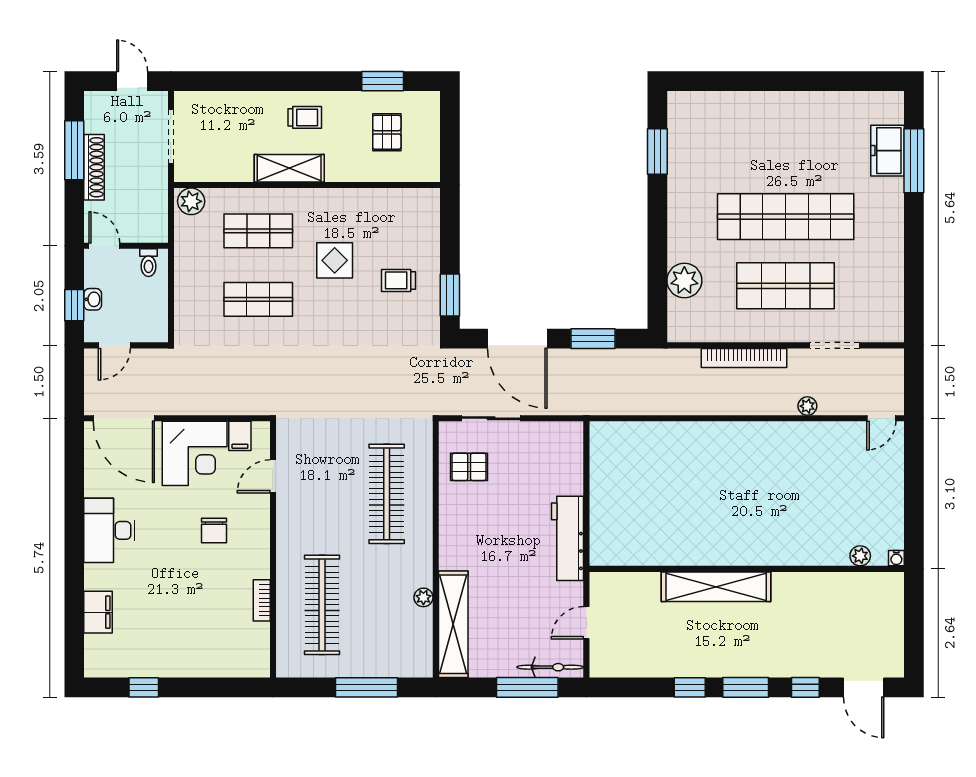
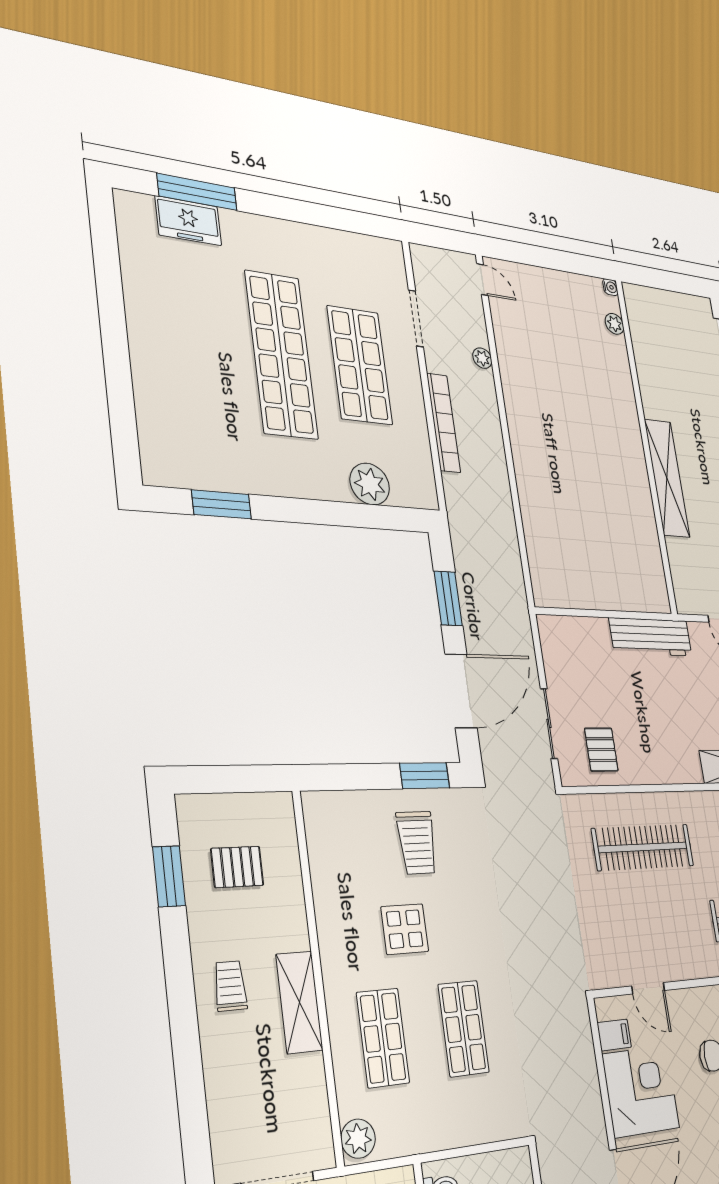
trolley: (398, 280) -> (417, 843), width x1.36, depth x1.39

